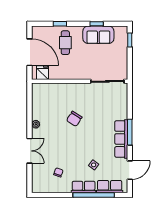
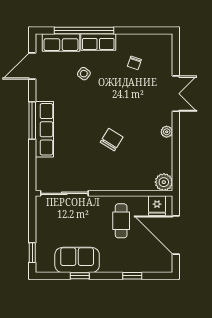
cafe table: (65, 43) -> (121, 221), moved
plant: (38, 89) -> (164, 182), added
row of seats: (121, 139) -> (44, 129), moved
double door: (30, 151) -> (176, 94), swing flipped

